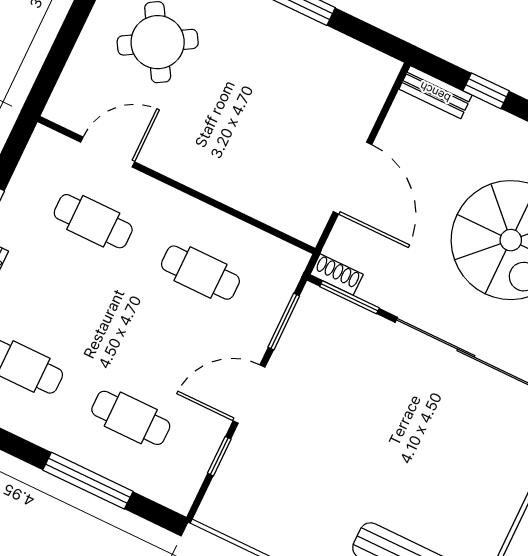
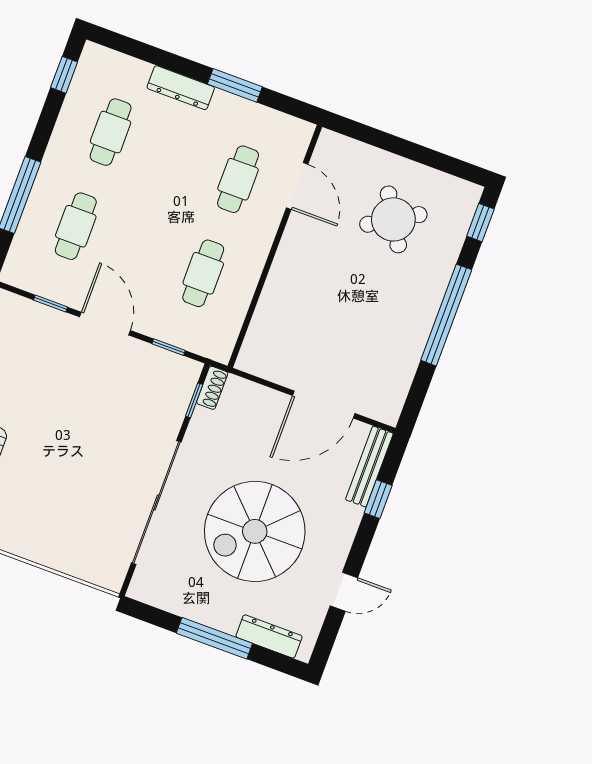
bench: (435, 92) -> (369, 467), width x1.36
door: (352, 178) -> (324, 404), moved
window: (349, 297) -> (194, 400), width x0.67
window: (284, 322) -> (169, 347), width x0.67

